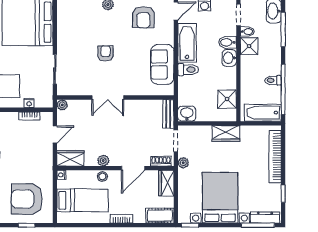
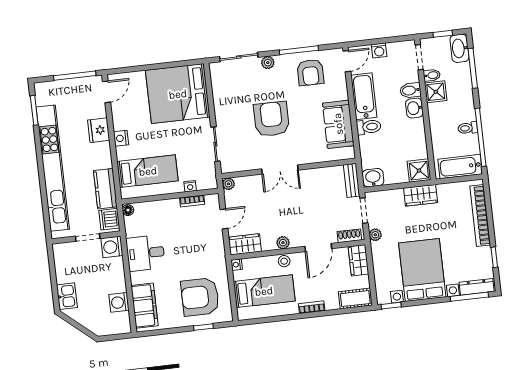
armchair: (105, 53) -> (271, 119), width x1.88, depth x1.88
shower: (227, 99) -> (419, 171), moved

